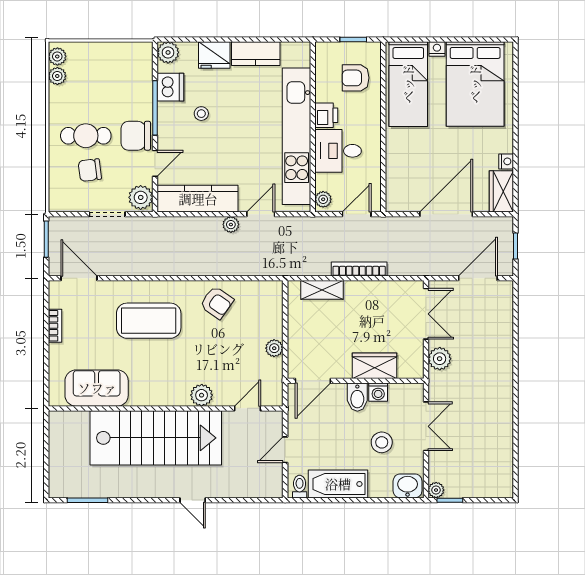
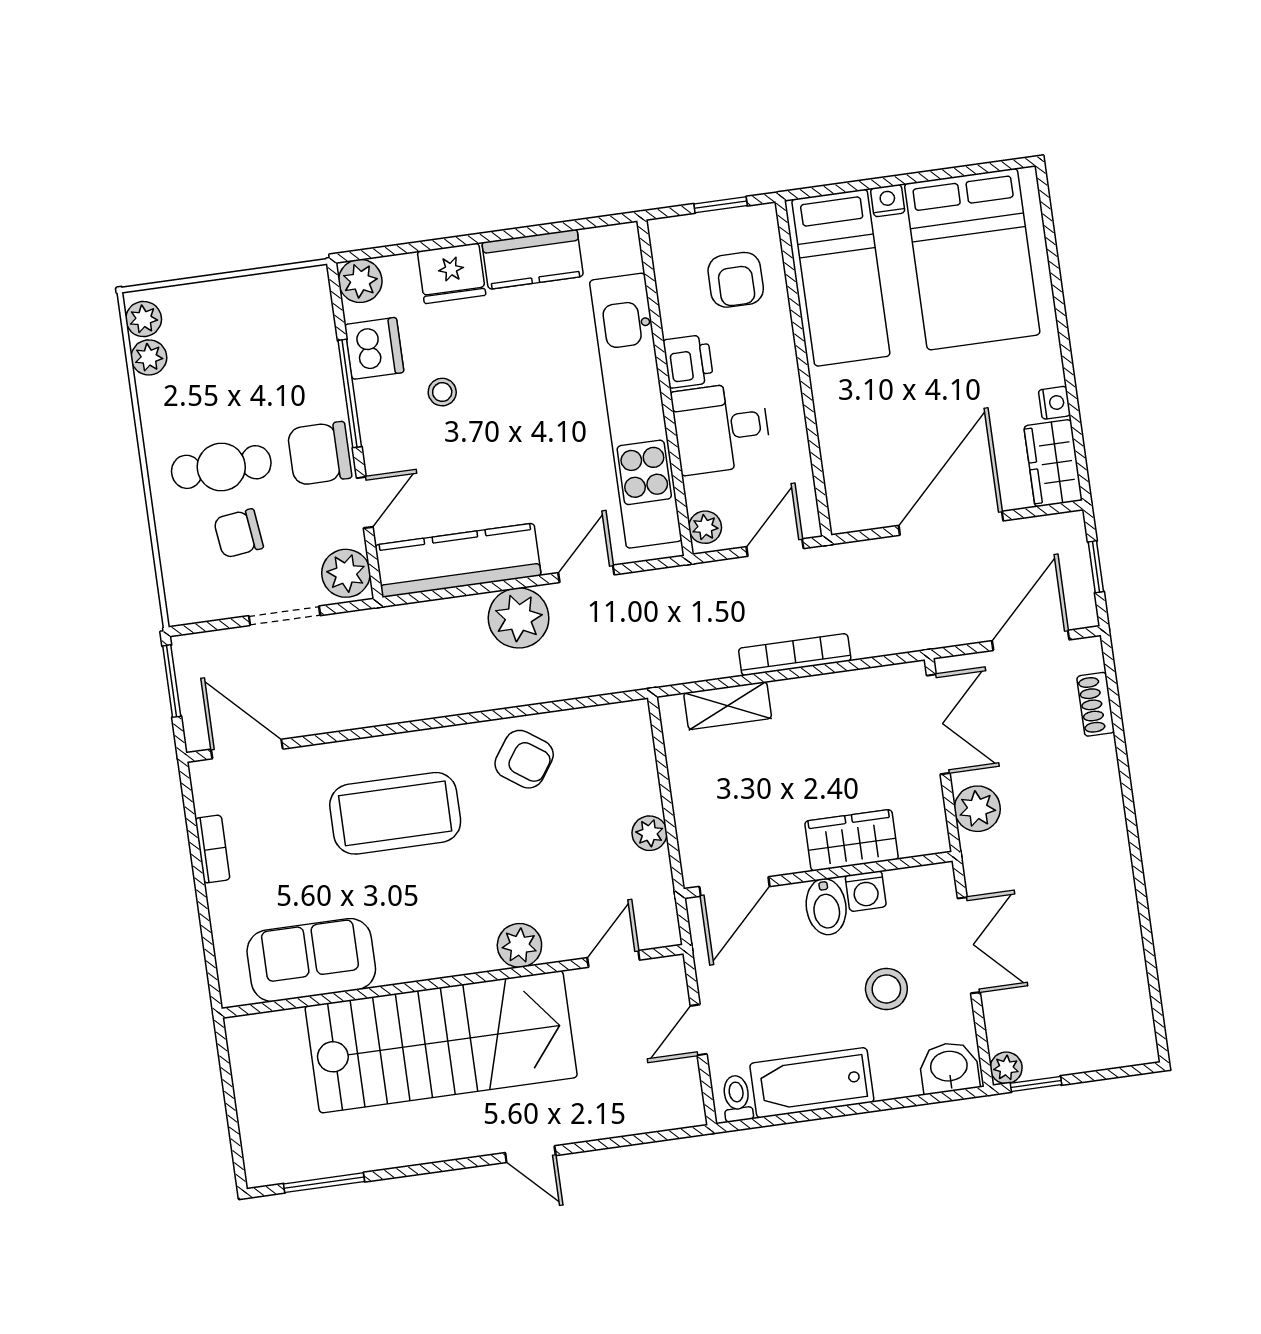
armchair: (356, 78) -> (736, 280), turned -90
plant: (231, 225) -> (519, 618), width x1.88, depth x1.88
shoe rack: (506, 315) -> (1096, 704), added

